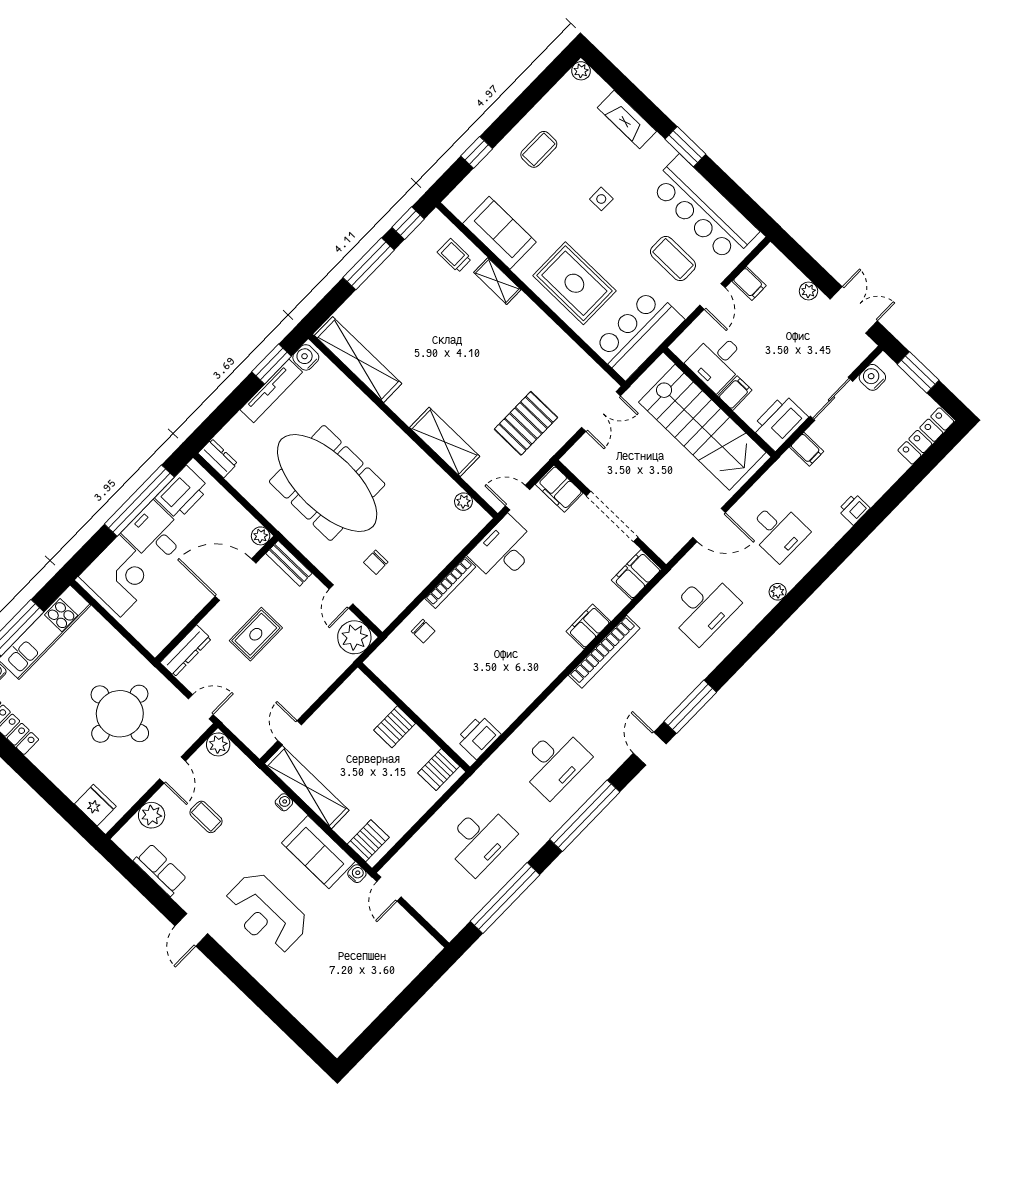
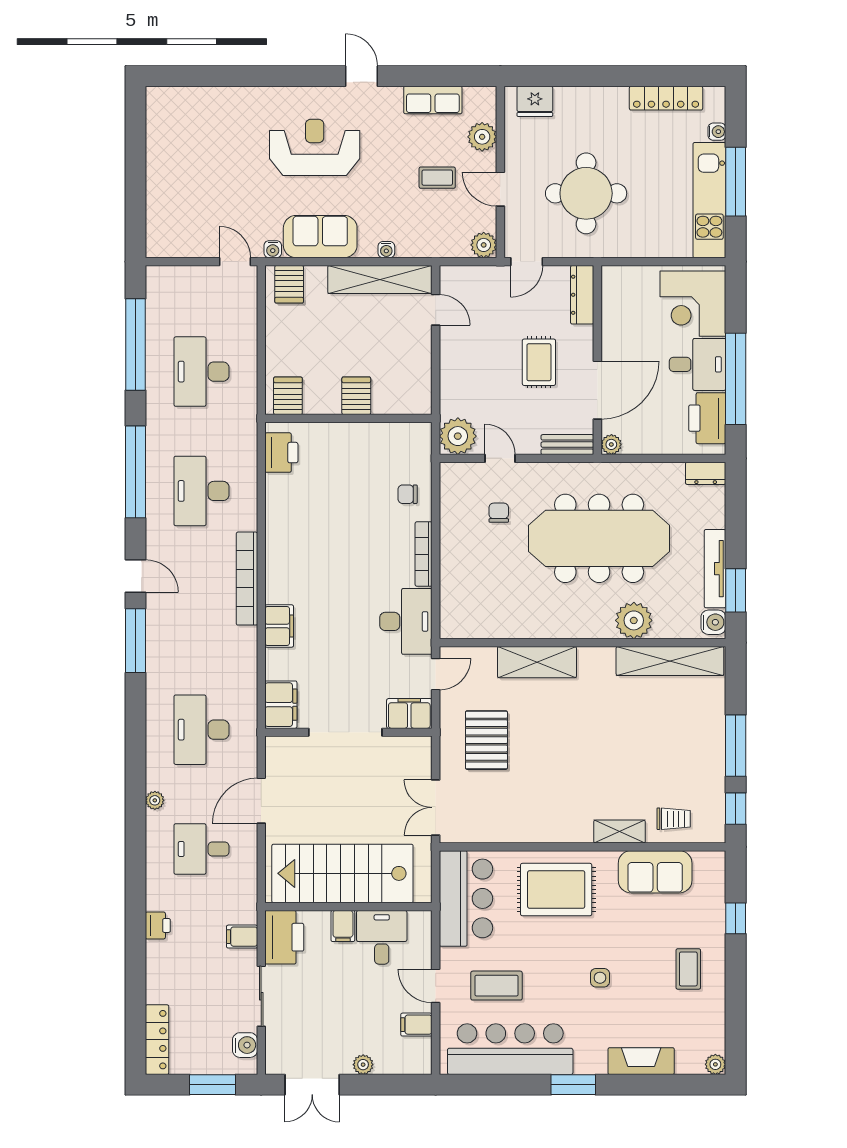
plant: (463, 502) -> (634, 620), moved, width x1.87, depth x1.87
bookcase: (604, 652) -> (247, 579), moved

